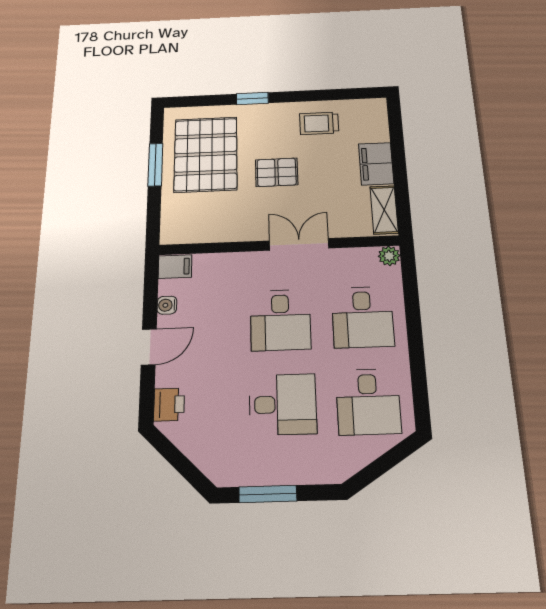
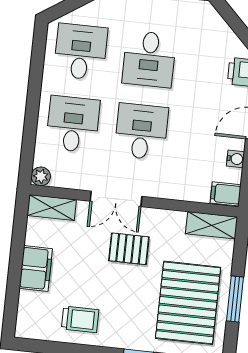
pallet: (277, 172) -> (129, 249), moved
shelving: (384, 210) -> (52, 208), moved, turned 90
shelving: (188, 232) -> (212, 225), added
desk: (283, 404) -> (149, 59), turned -90

